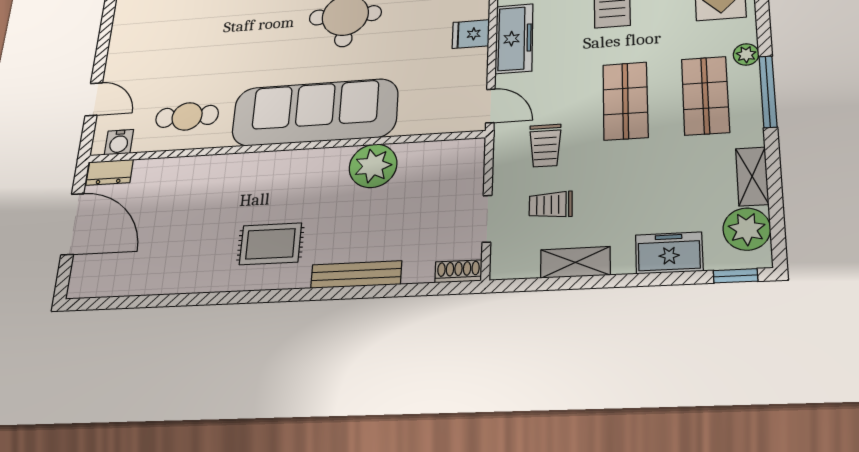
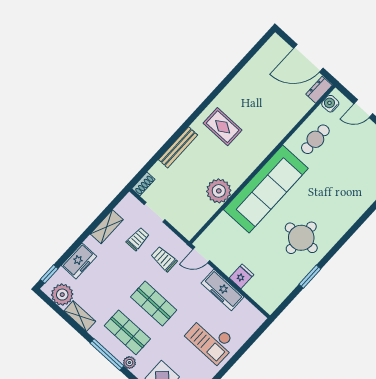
rug: (270, 244) -> (223, 127), turned 90

